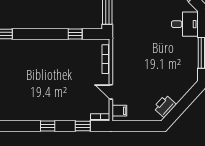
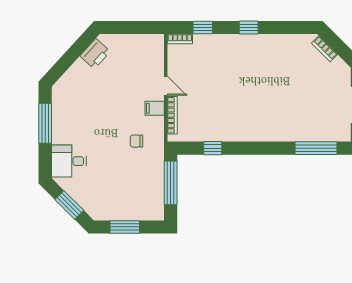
chair: (133, 39) -> (136, 141), added
door: (111, 92) -> (166, 86), moved
filing cabinet: (119, 111) -> (155, 108), moved

